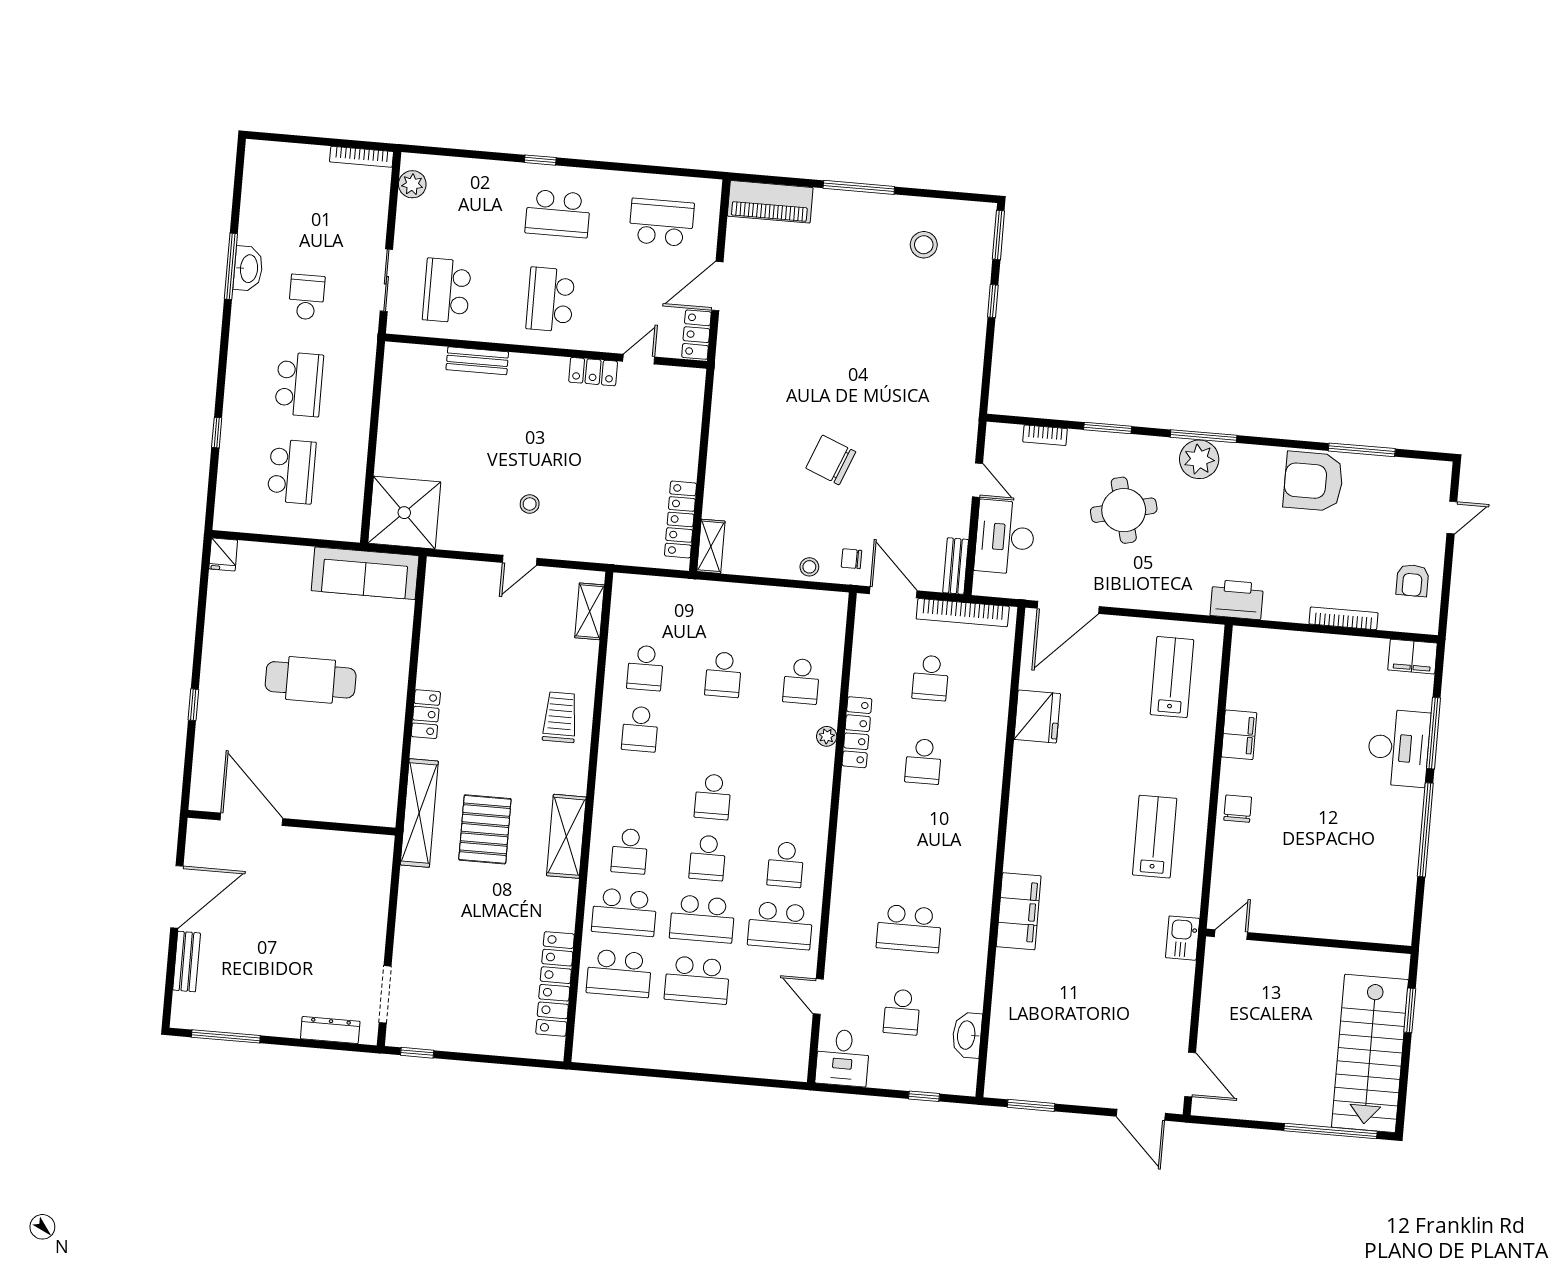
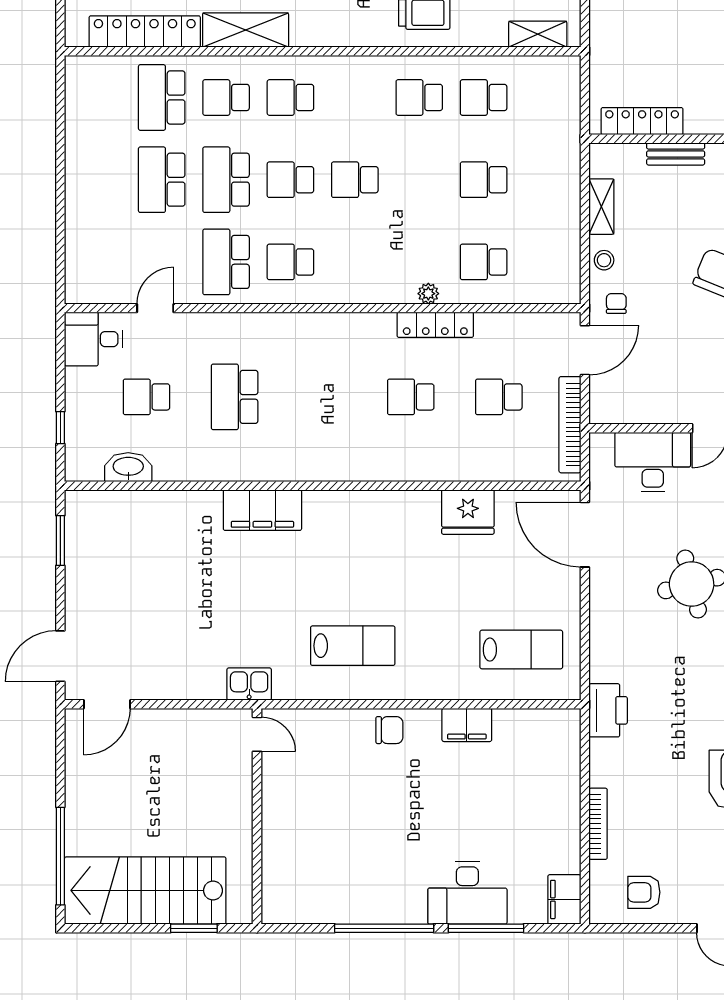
shelving: (711, 546) -> (601, 207), moved, turned 90
bench: (956, 566) -> (676, 154), moved
shelving: (566, 836) -> (246, 30), moved
school desk: (624, 912) -> (226, 97), width x0.54

